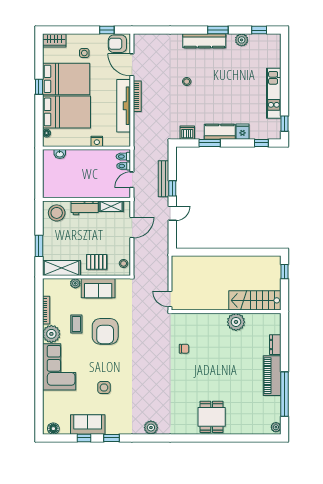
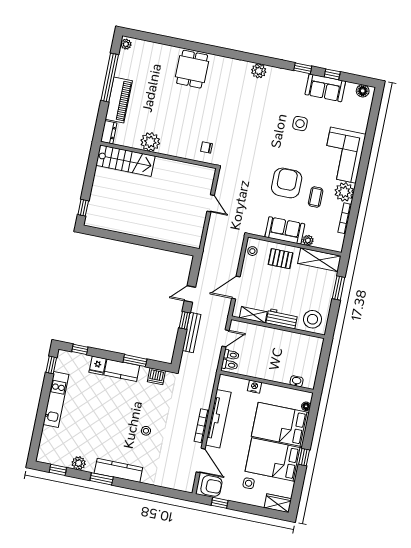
stairs: (255, 300) -> (125, 161), moved
wall: (226, 312) -> (158, 155), moved
plant: (236, 322) -> (150, 142), moved

